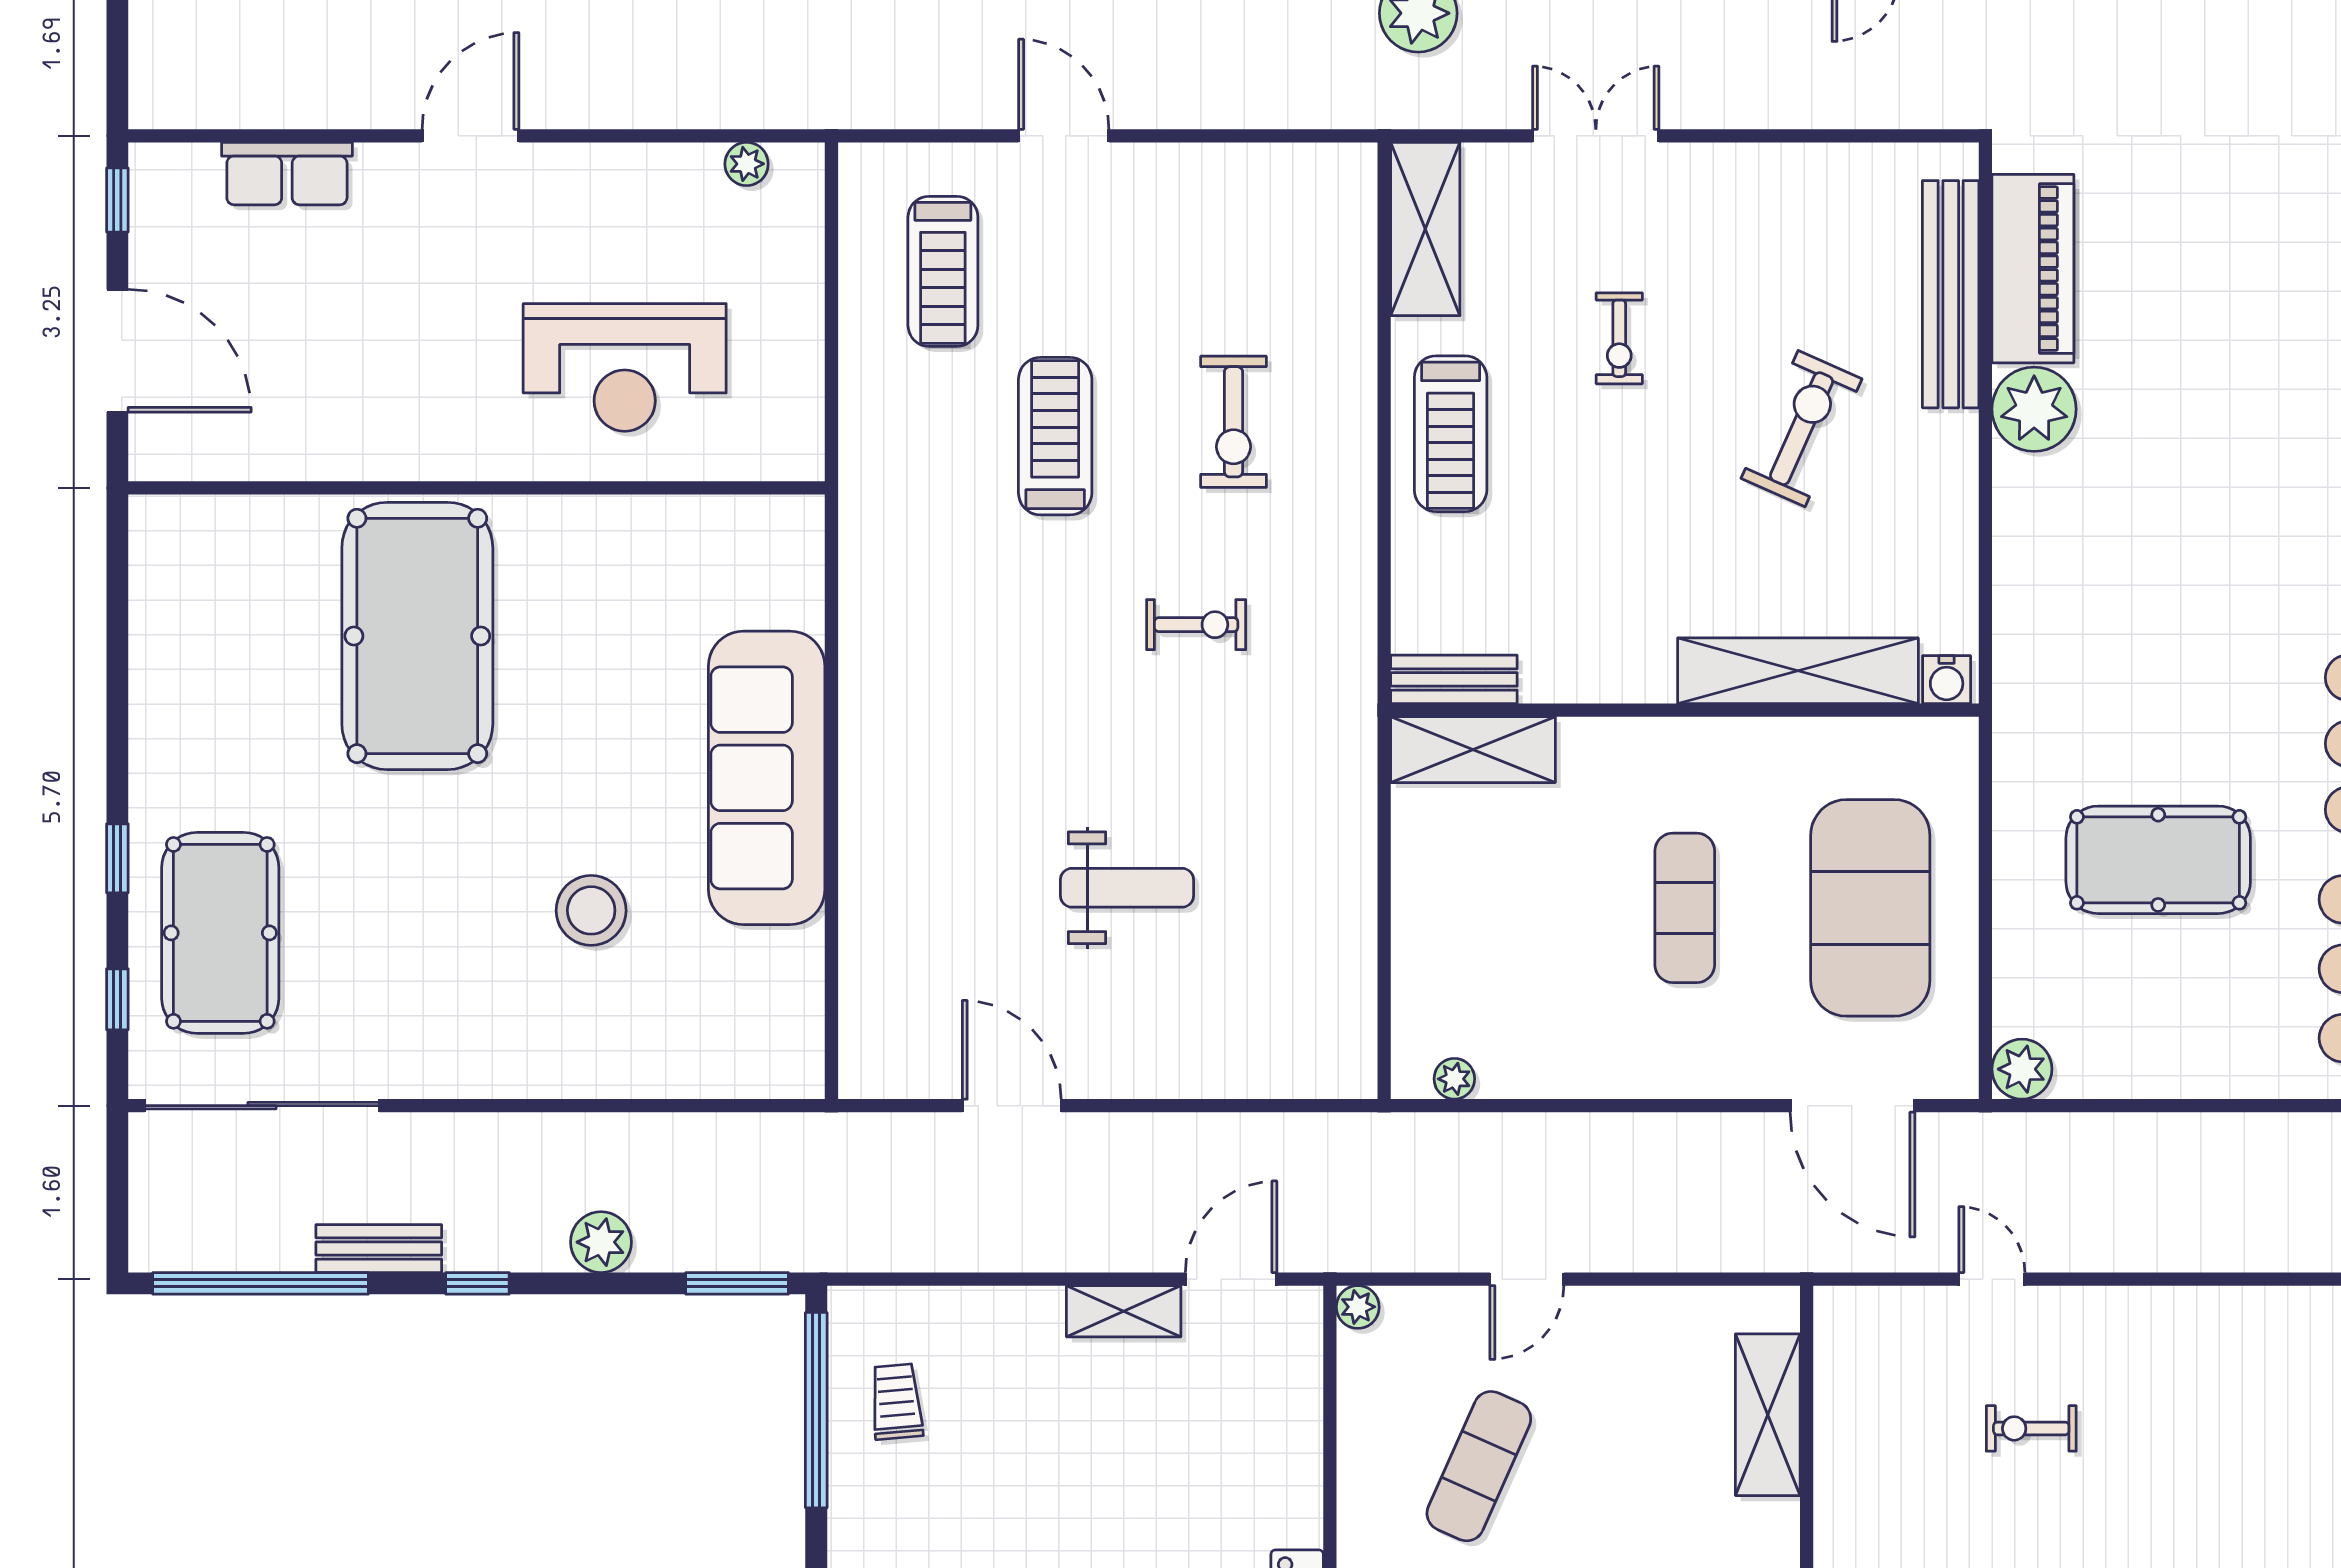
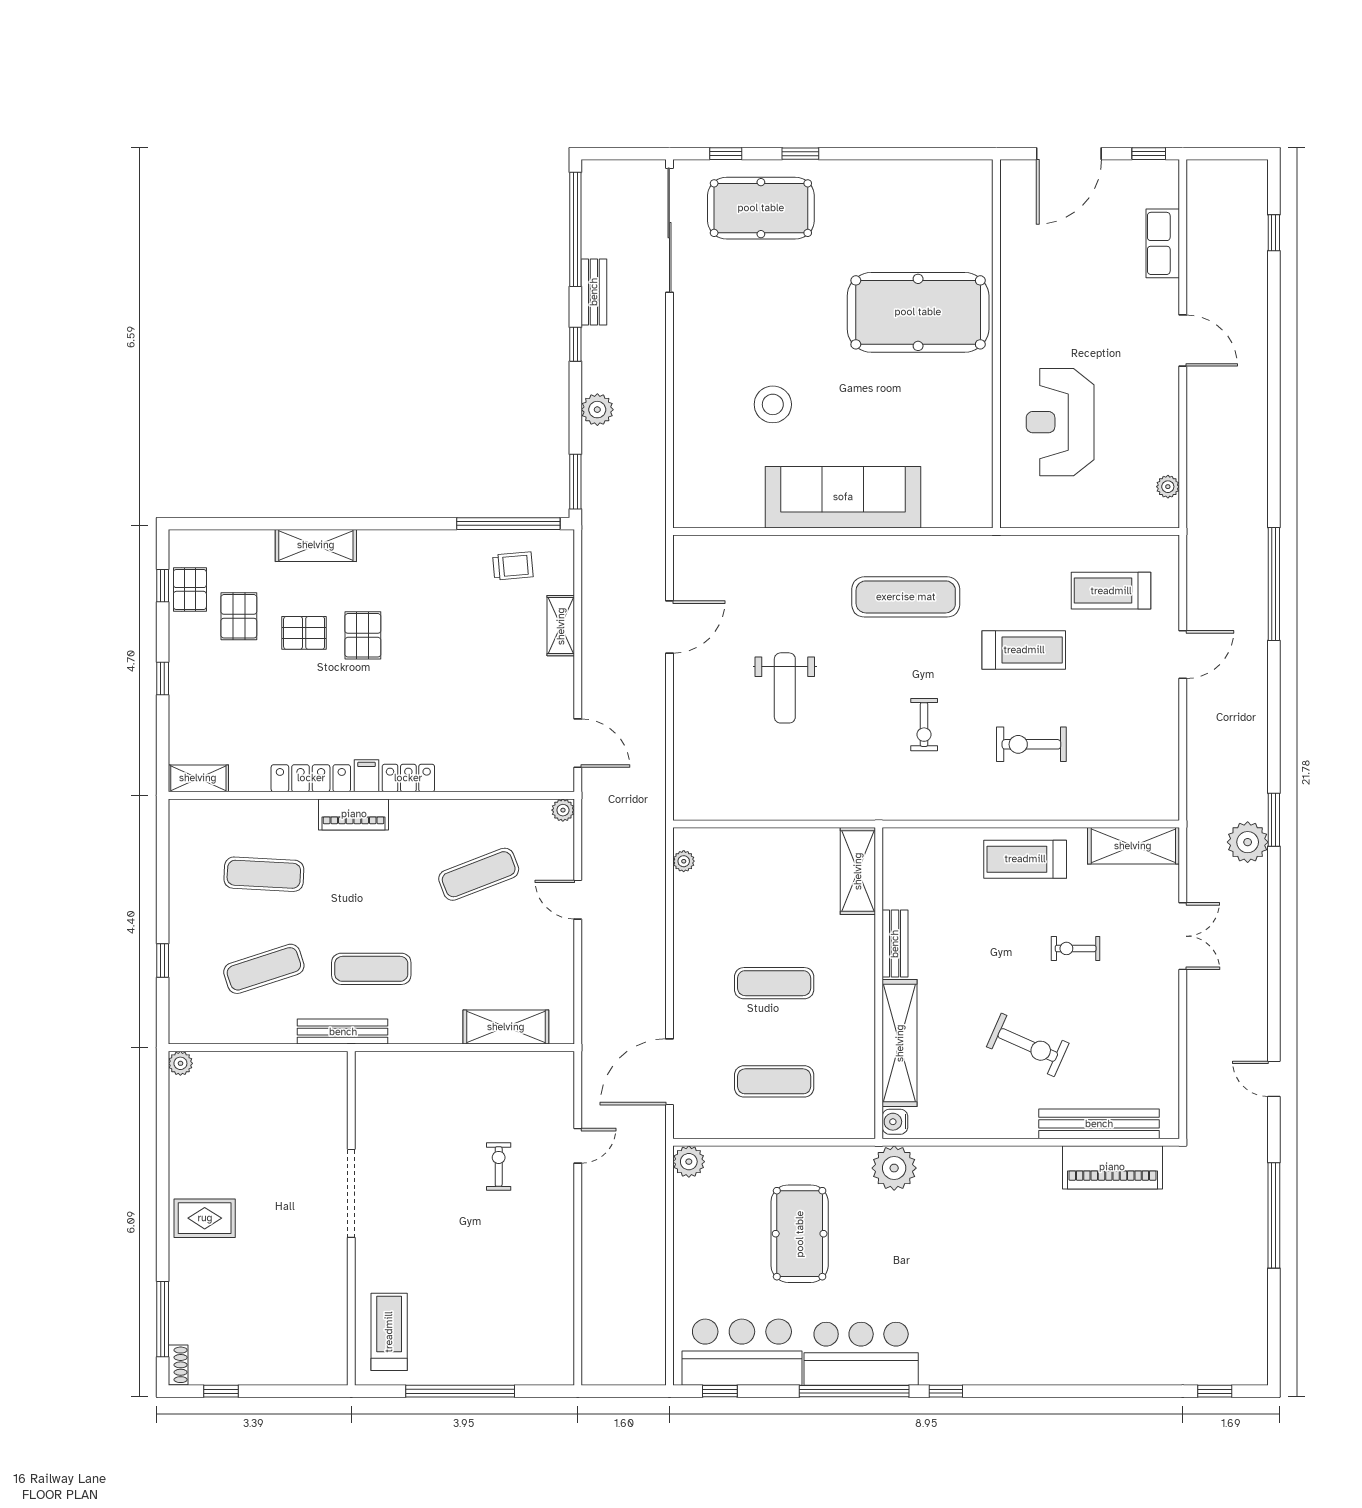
plant: (2034, 409) -> (894, 1168), moved
exercise mat: (955, 659) -> (906, 597), added
bench: (1454, 679) -> (895, 944), moved
exercise mat: (1870, 908) -> (774, 1081), width x0.50, depth x0.69
shelving: (1124, 1311) -> (561, 626), moved
exercise mat: (1479, 1466) -> (479, 874), turned -45

